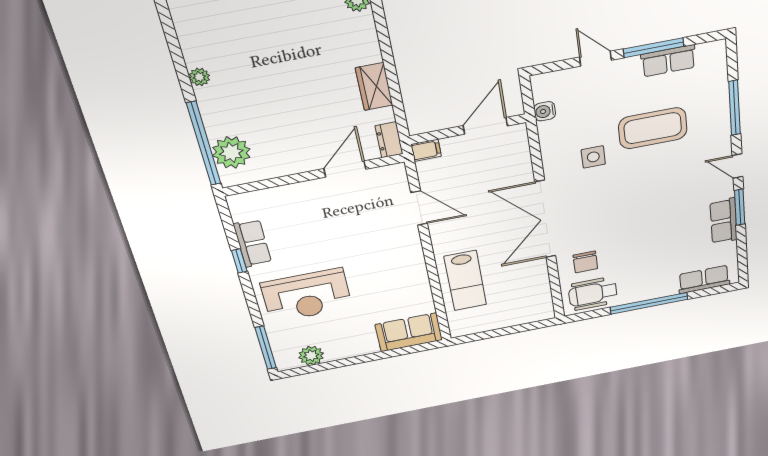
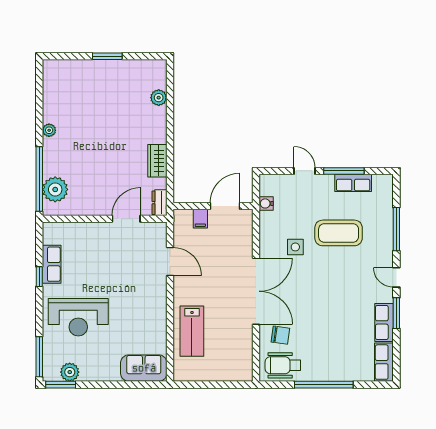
filing cabinet: (426, 150) -> (200, 219), moved, turned 90
double door: (545, 219) -> (256, 291), swing flipped
chair: (585, 262) -> (280, 335), turned -82
row of seats: (704, 279) -> (384, 362), moved, turned -90
window: (303, 371) -> (61, 385), added

